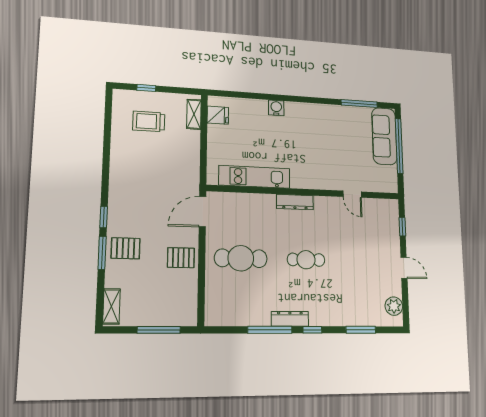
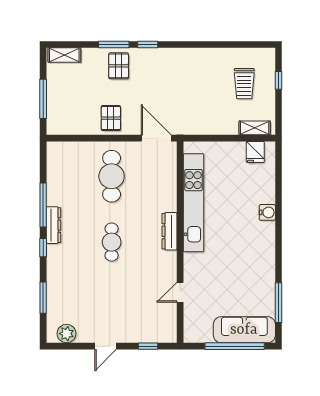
trolley: (149, 121) -> (244, 84), turned 180
kitchen unit: (254, 177) -> (194, 203), width x1.36

